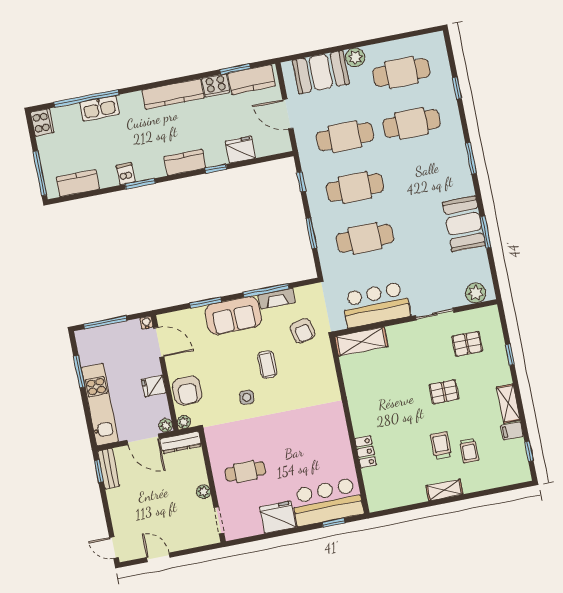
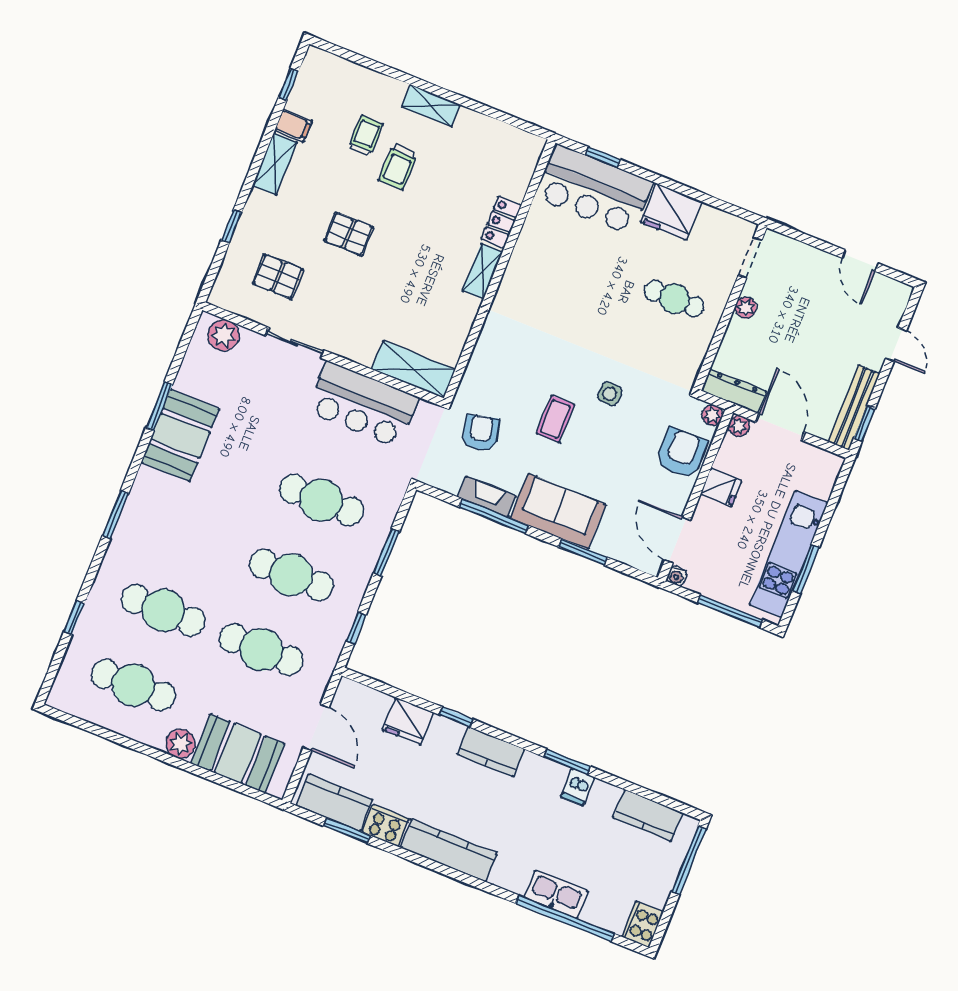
kitchen unit: (100, 405) -> (789, 554), moved
shelving: (358, 419) -> (483, 271), added
bench: (109, 469) -> (854, 408), width x1.36
door: (114, 548) -> (896, 345), moved

